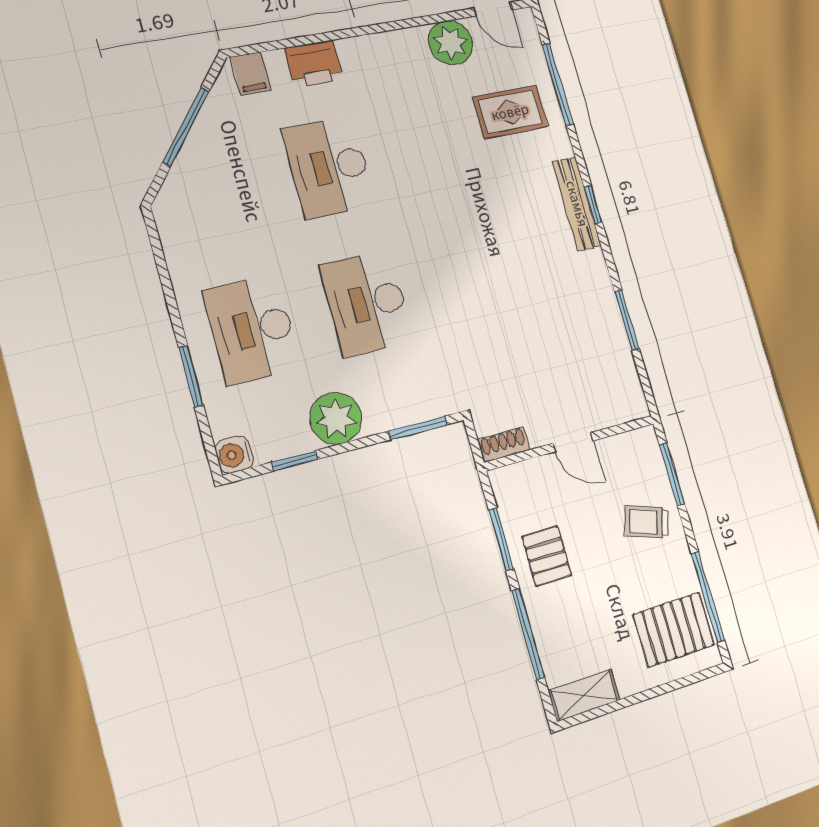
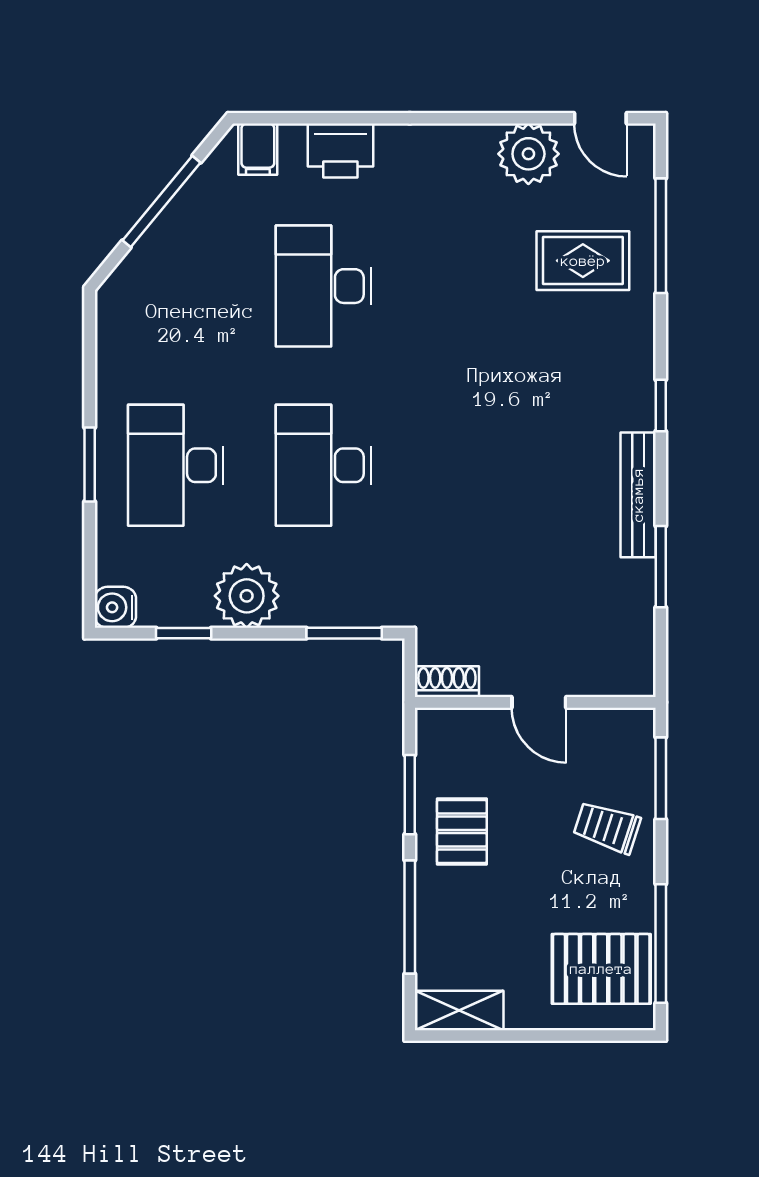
bench: (577, 204) -> (638, 495), moved
window: (191, 376) -> (90, 465), moved

